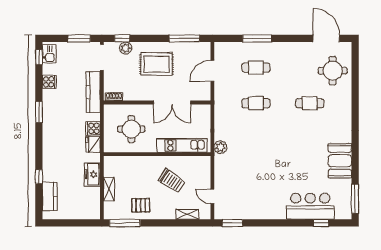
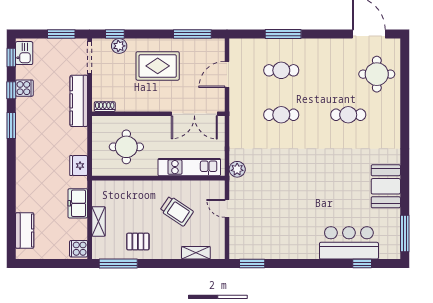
double door: (172, 102) -> (194, 114), moved
cooker: (93, 128) -> (79, 249), moved
window: (39, 177) -> (11, 90), moved
door: (212, 196) -> (227, 208), moved

